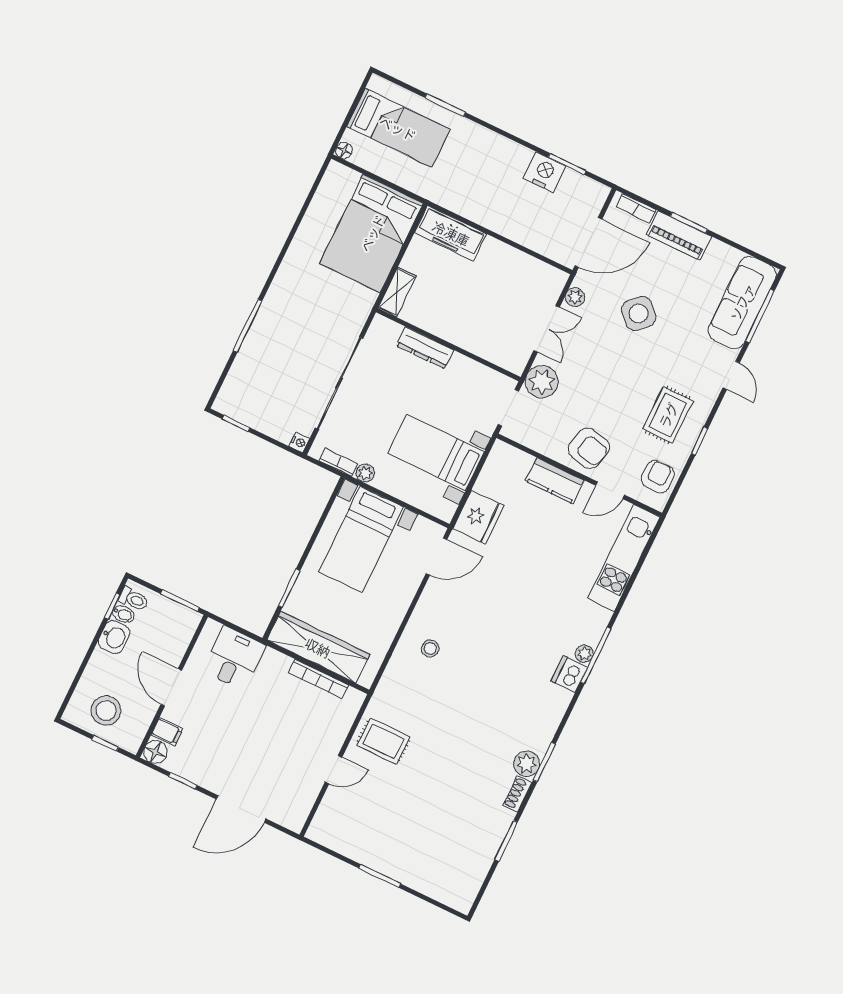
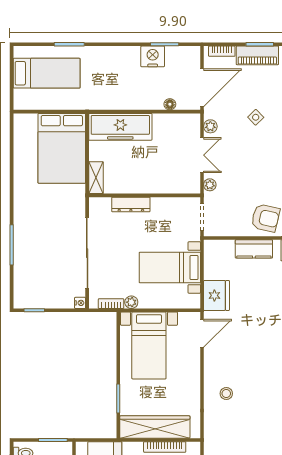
floor lamp: (344, 151) -> (170, 104), moved
freezer: (451, 233) -> (120, 127), width x1.36, depth x1.26
side table: (639, 313) -> (256, 117), width x0.54, depth x0.54
plant: (542, 382) -> (210, 185), width x0.53, depth x0.53

